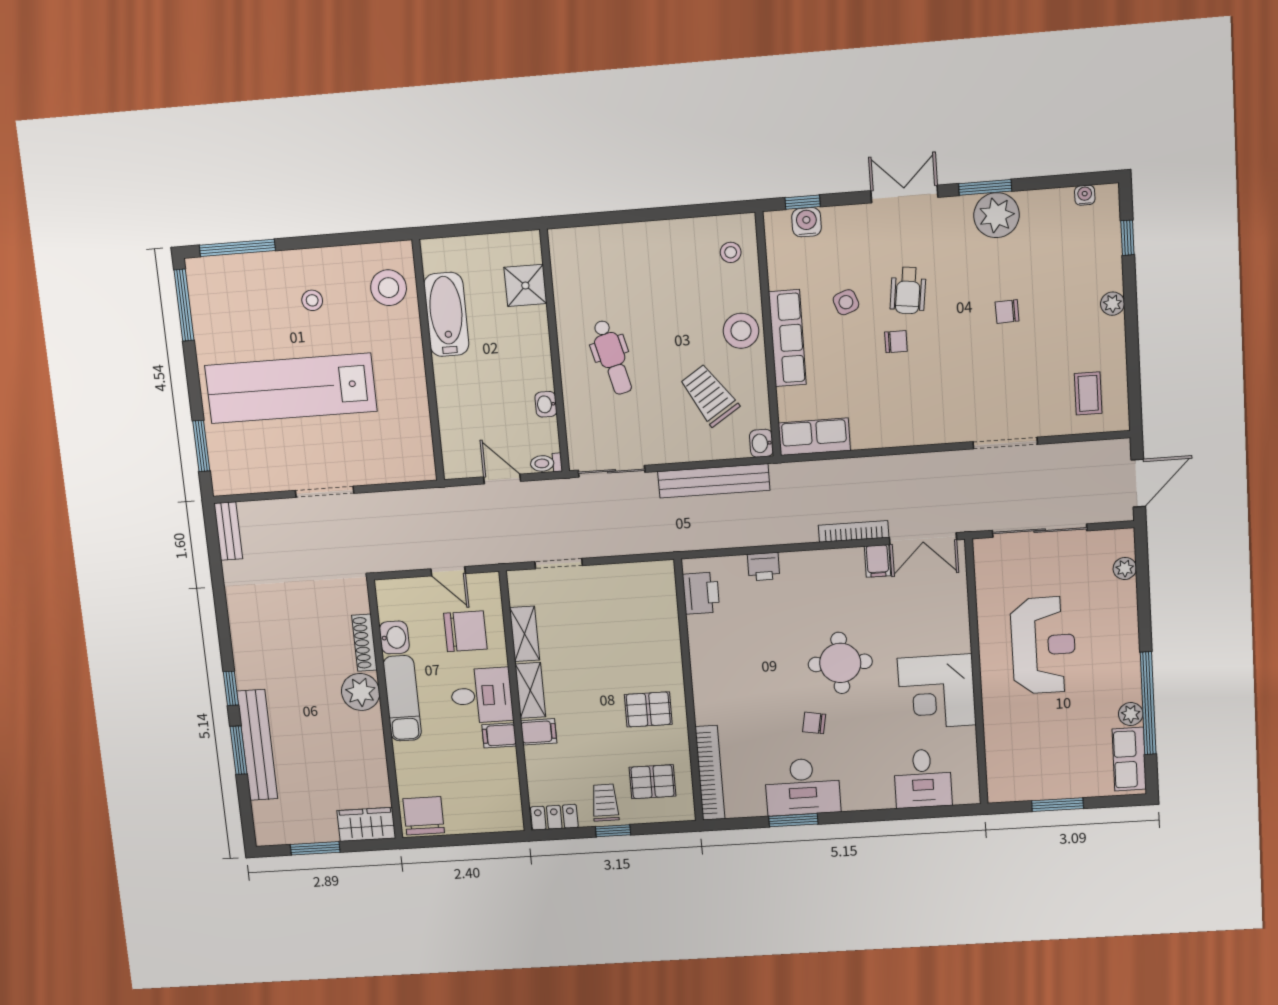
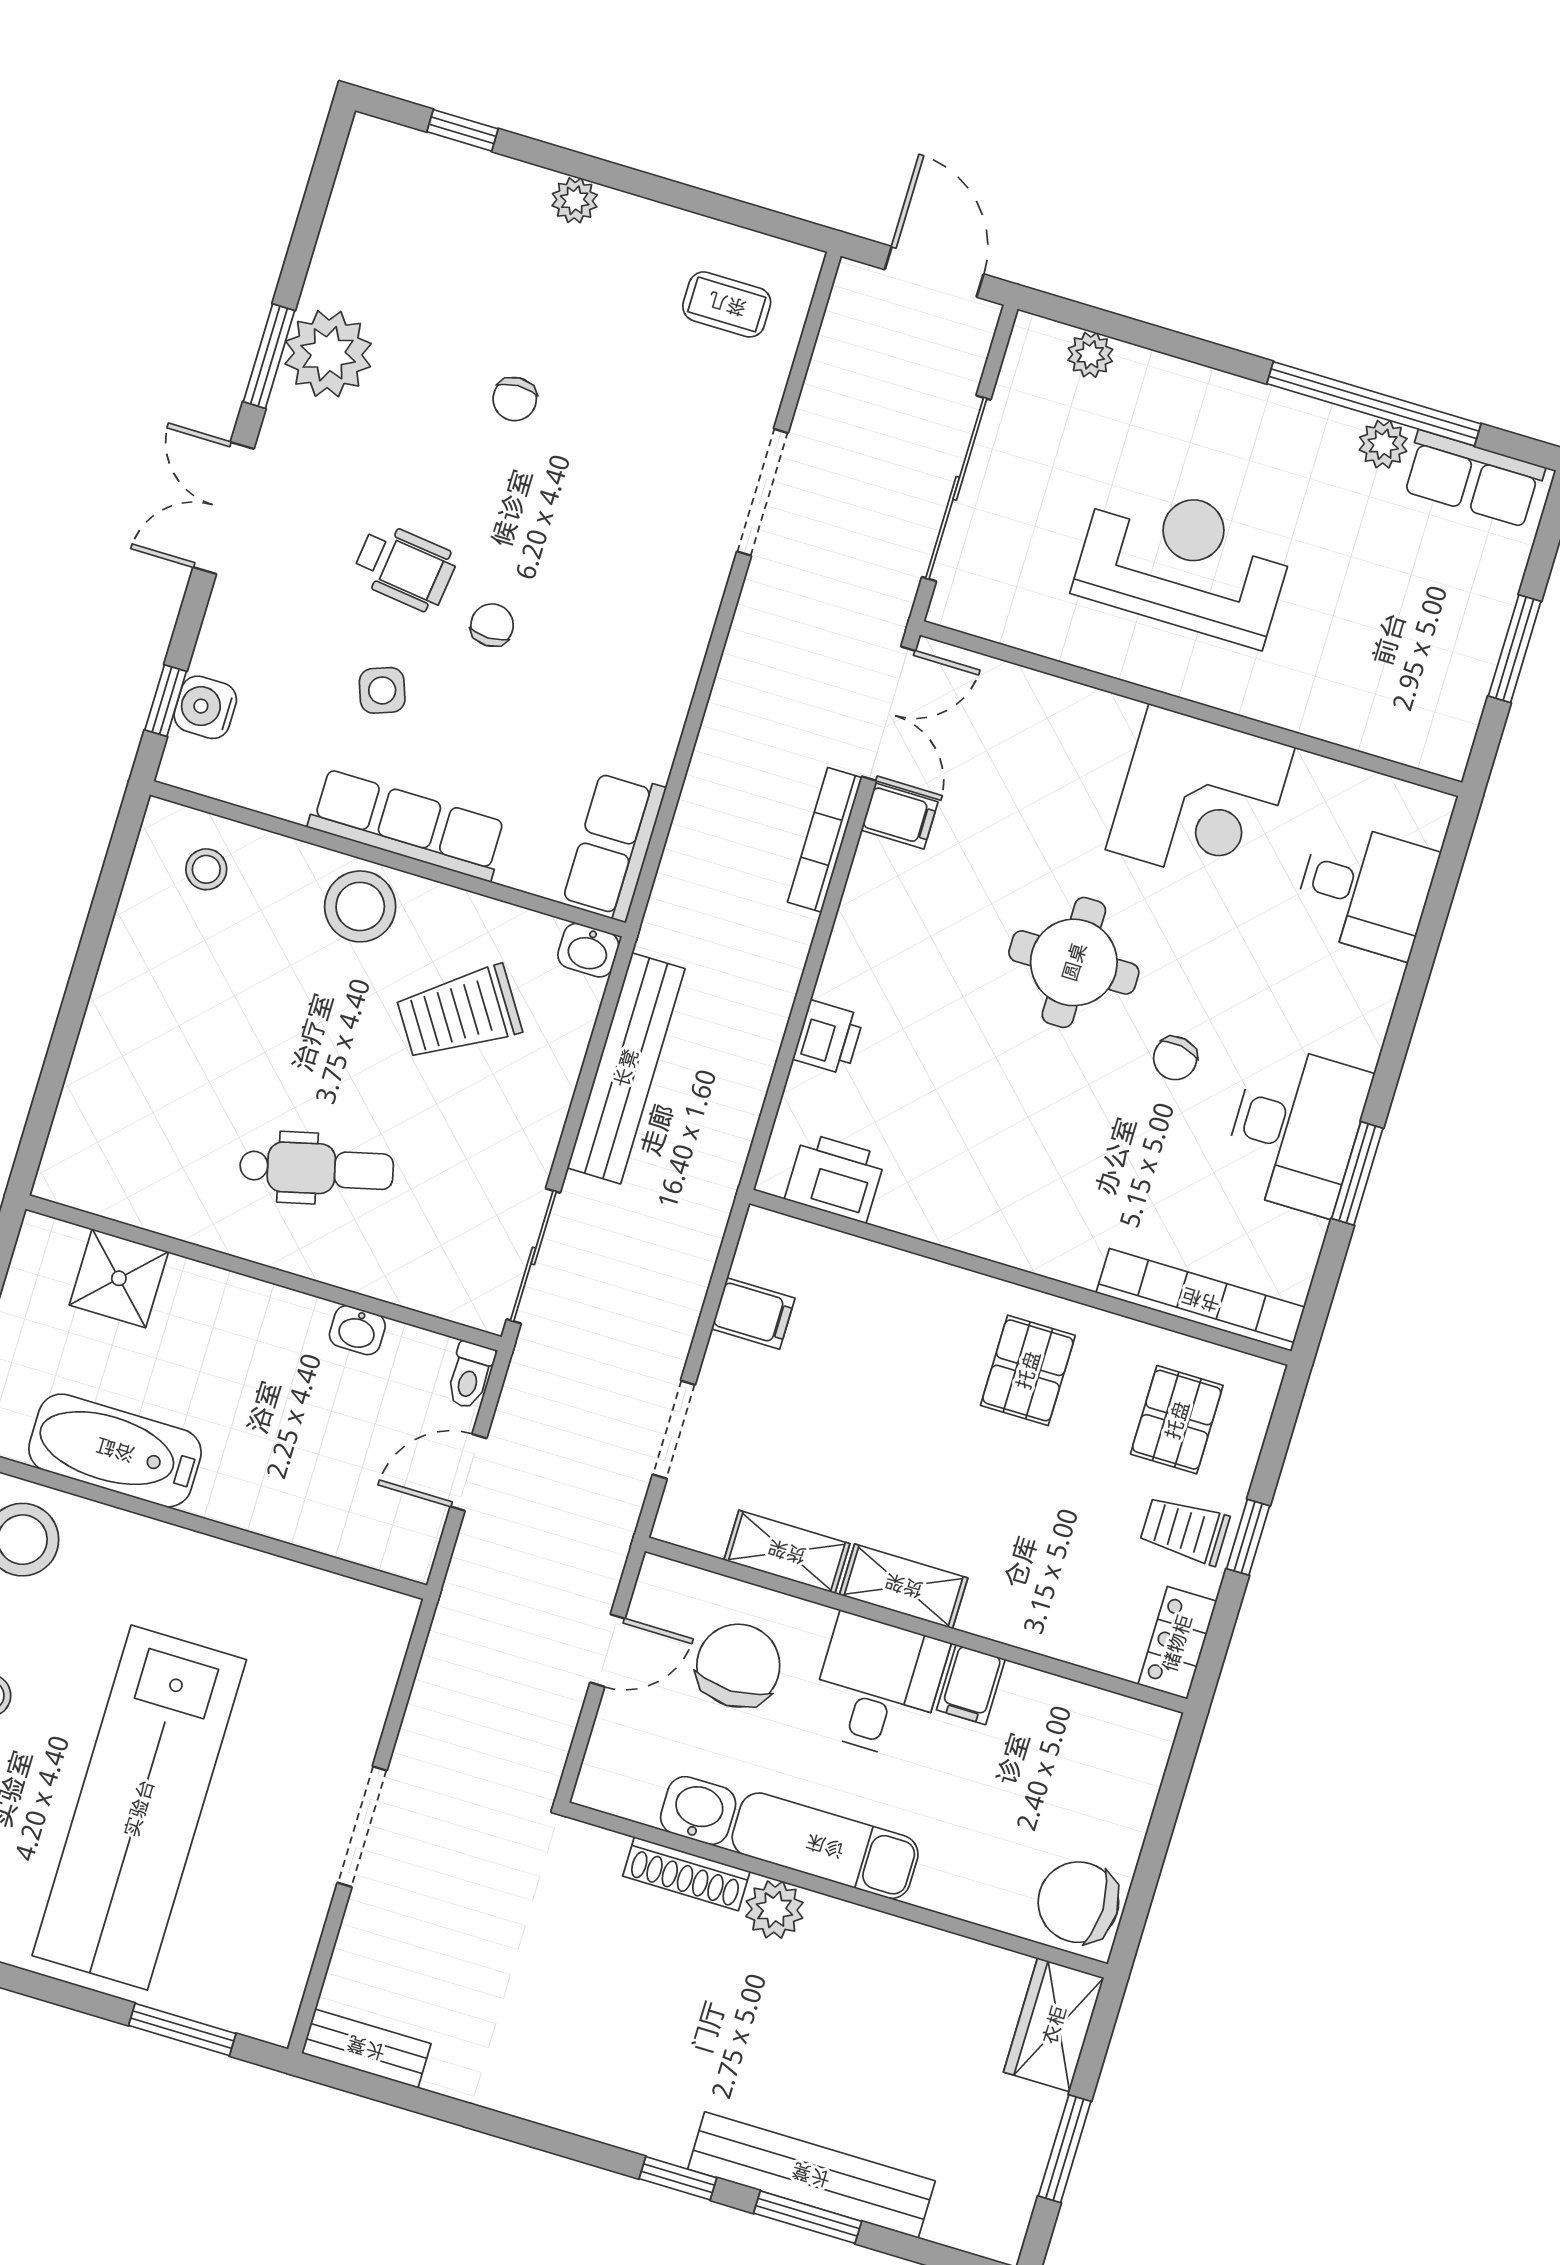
water cooler: (1085, 195) -> (354, 180), removed
plant: (361, 692) -> (774, 1910), width x0.73, depth x0.73
filing cabinet: (539, 732) -> (753, 1313), moved, turned 90

